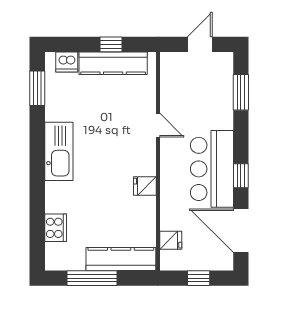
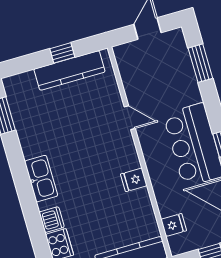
dishwasher: (67, 62) -> (52, 220), moved, turned -90
kitchen sink: (59, 151) -> (41, 179), width x0.73, depth x0.81

